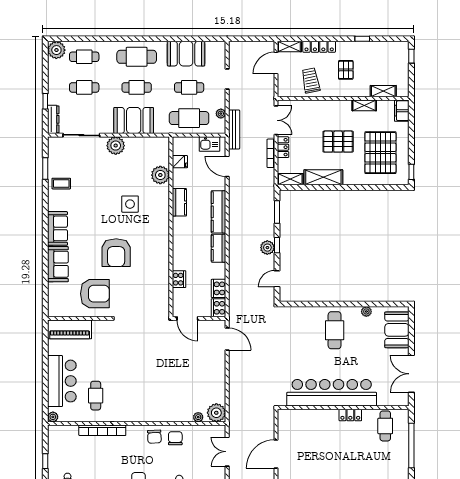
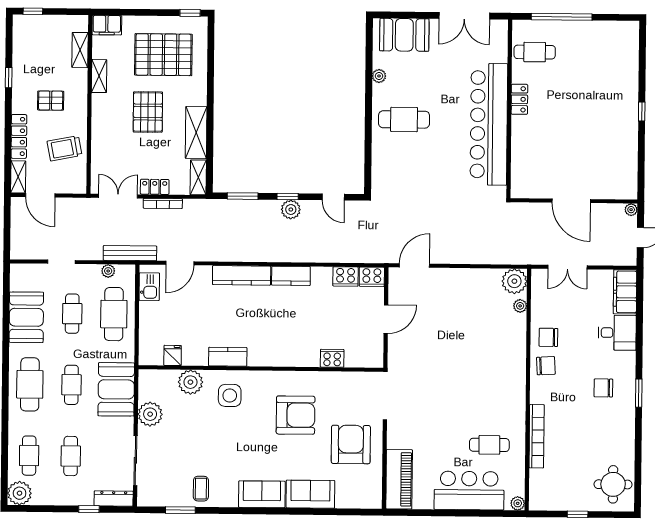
fridge: (180, 162) -> (173, 355), moved
plant: (160, 175) -> (190, 382), moved
kitchen counter: (179, 202) -> (228, 357), moved
wall: (171, 227) -> (261, 369), moved
cooker: (179, 279) -> (332, 358), moved

